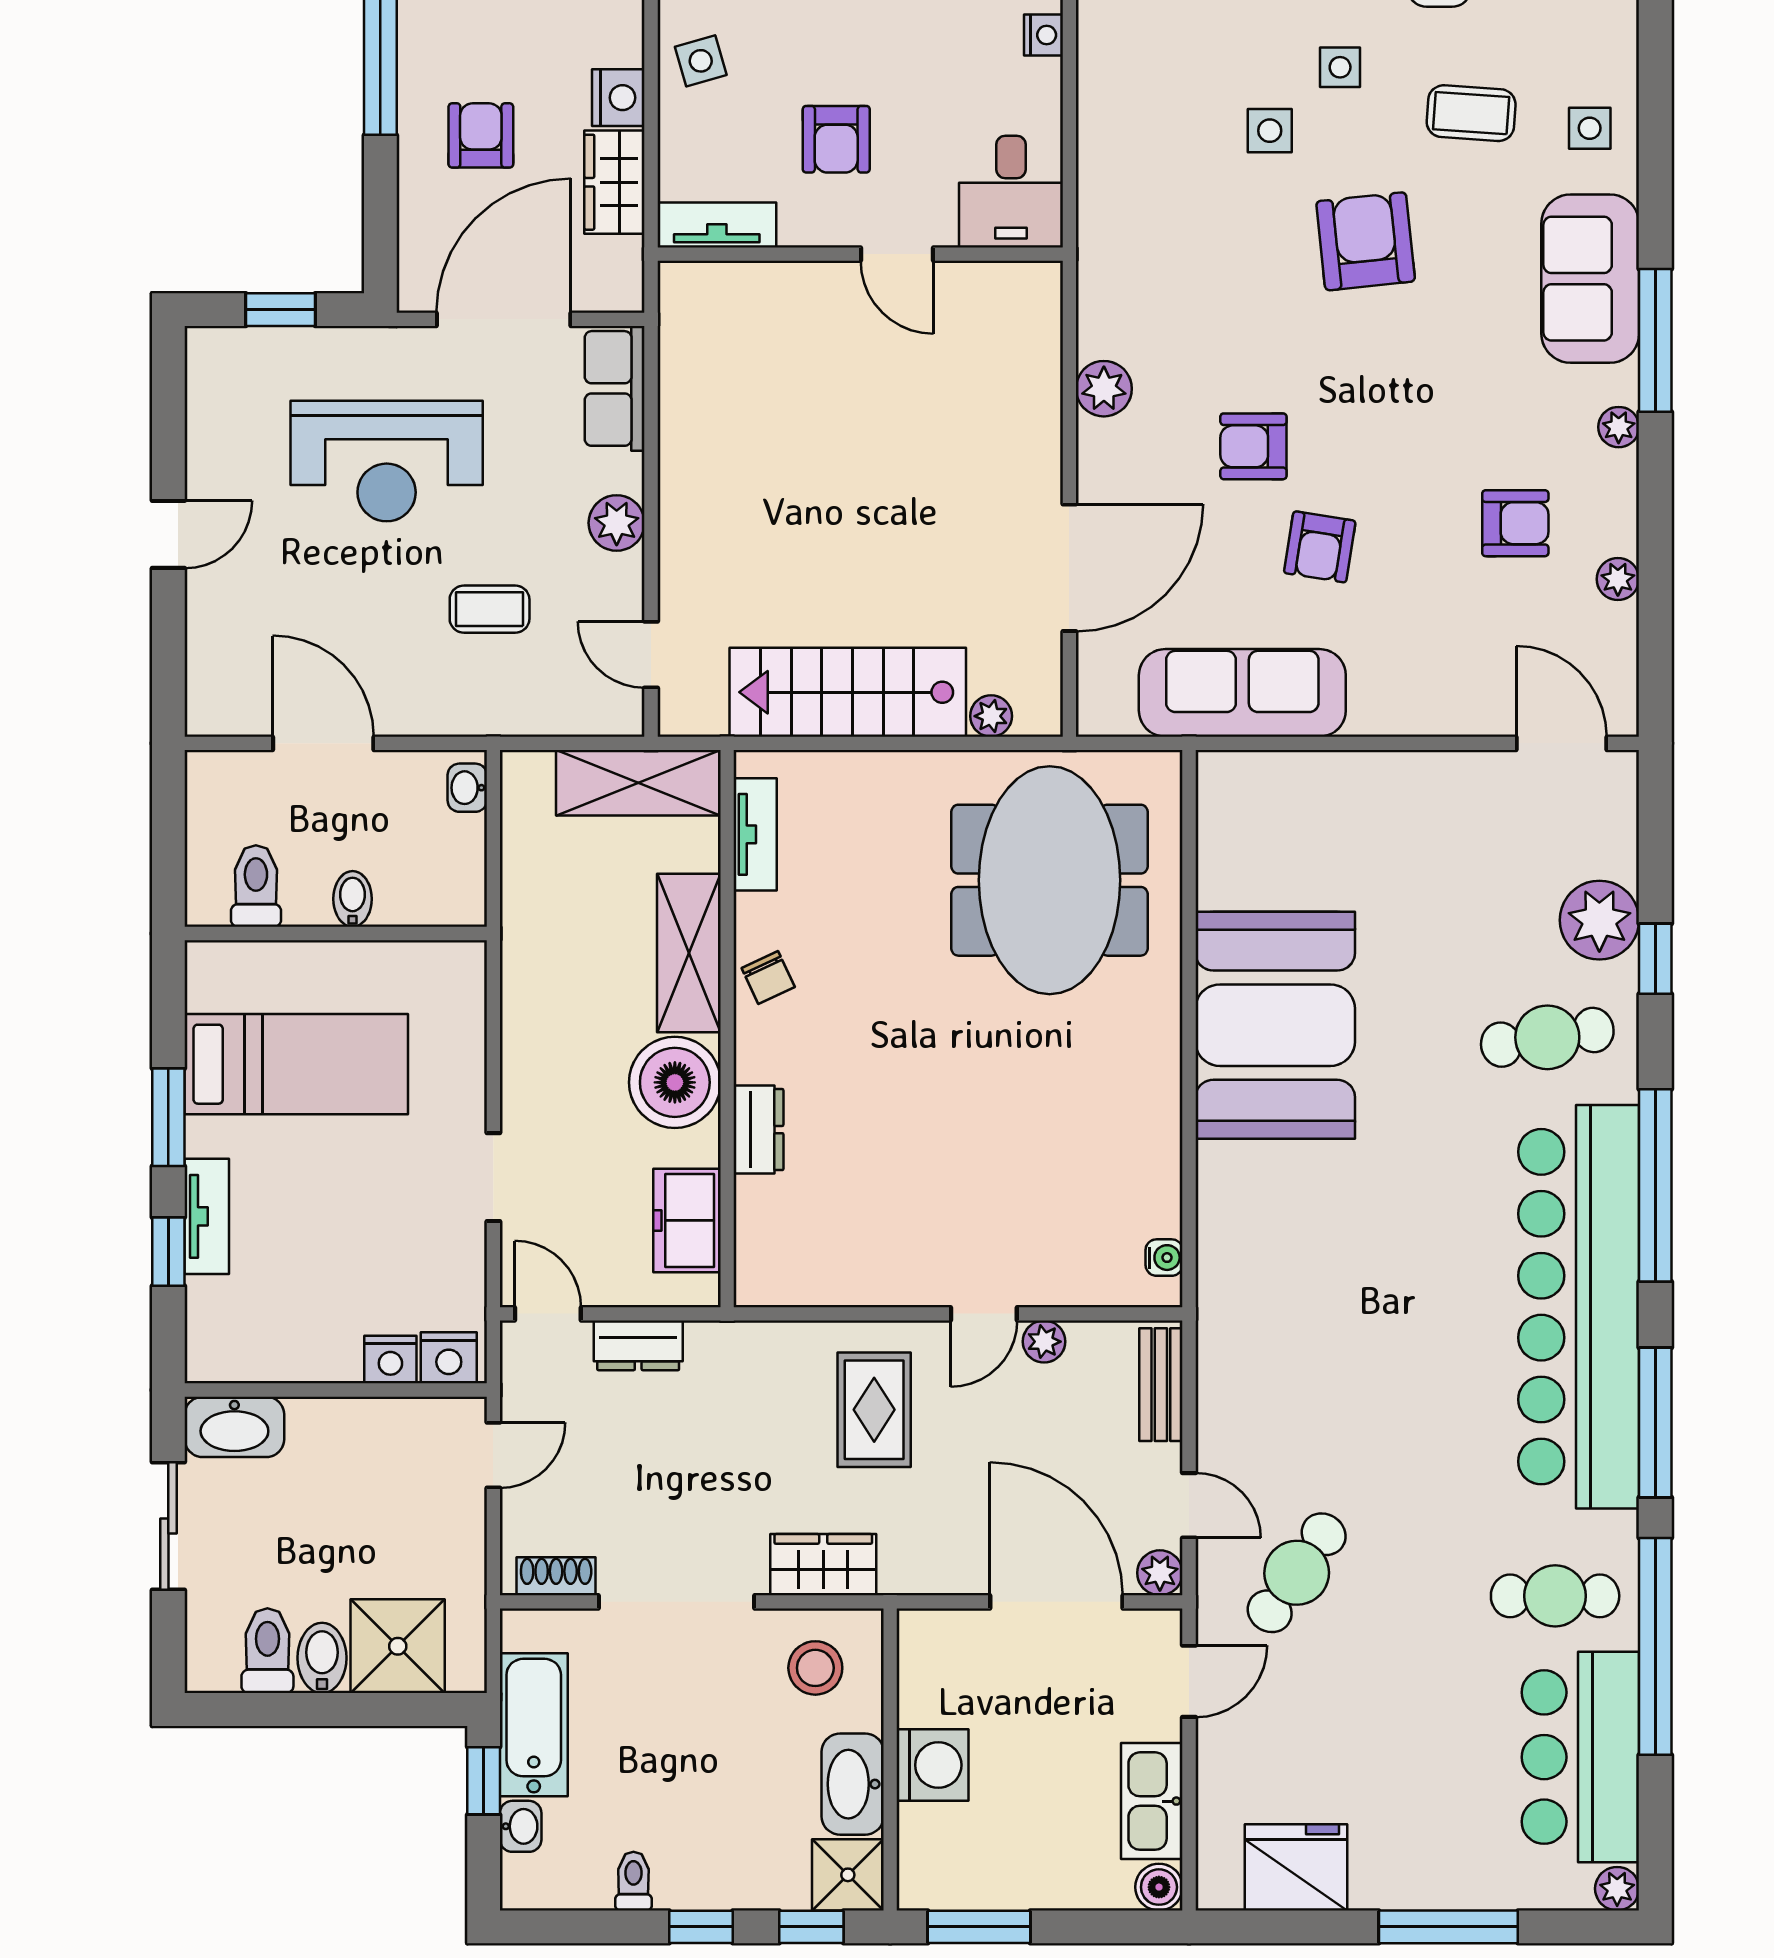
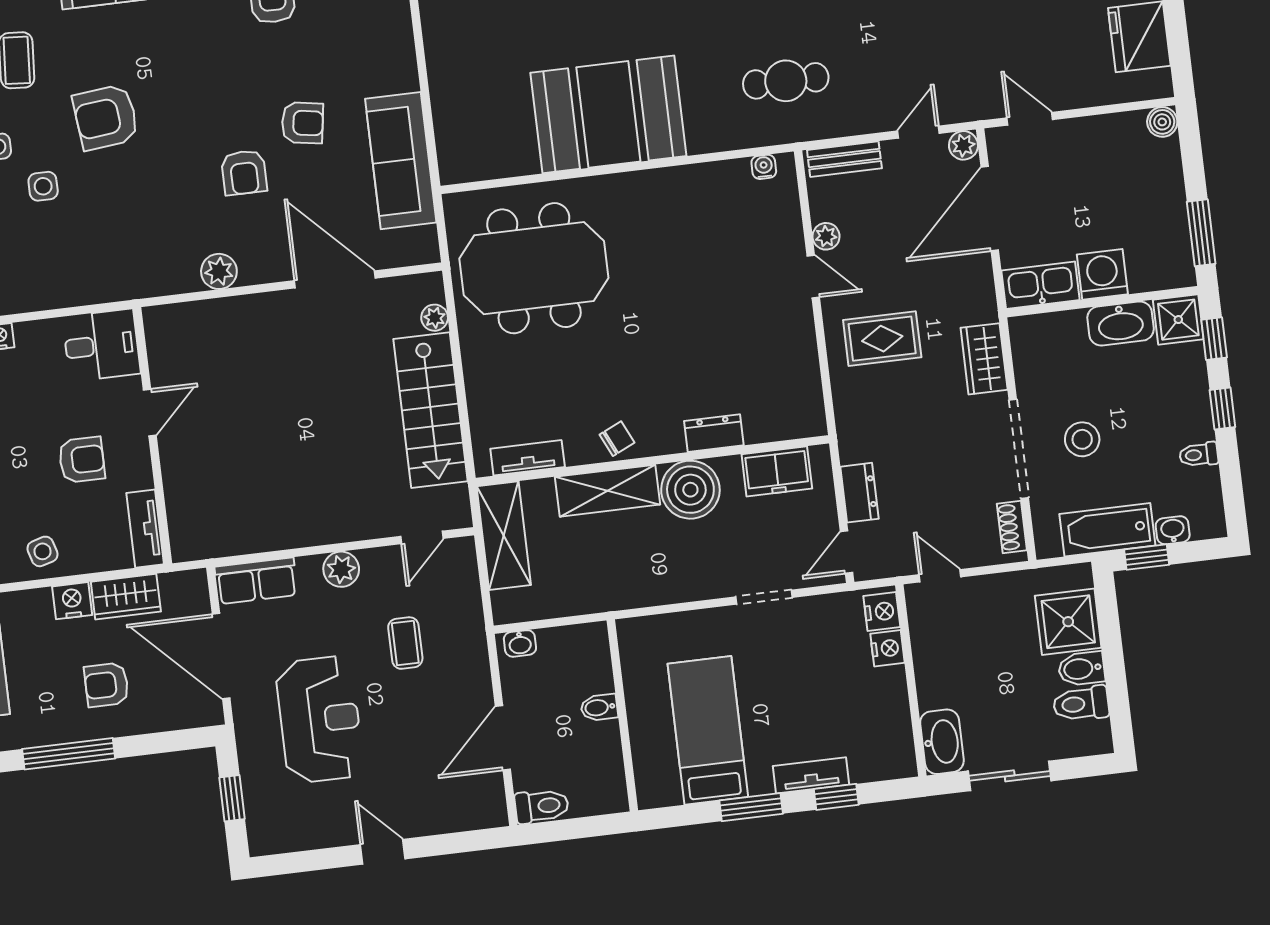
toilet: (256, 886) -> (542, 806), moved, turned 180
cafe table: (1297, 1573) -> (786, 81), moved, turned -35
stool: (815, 1668) -> (1082, 439), moved
kitchen sink: (1152, 1801) -> (1041, 285), moved, turned 180

